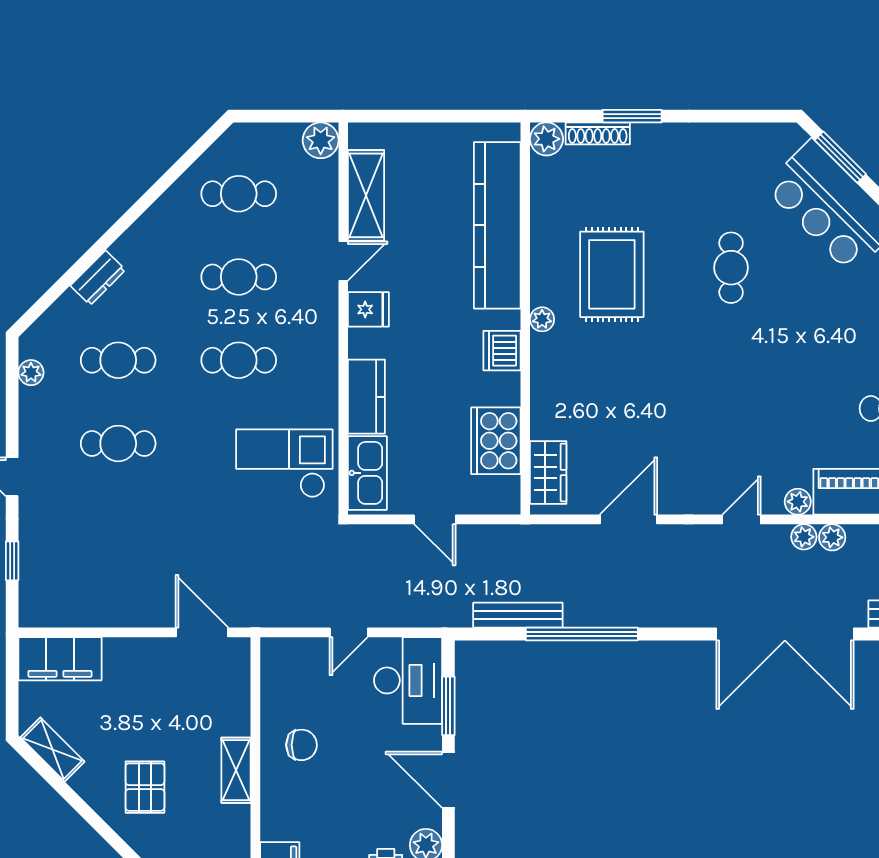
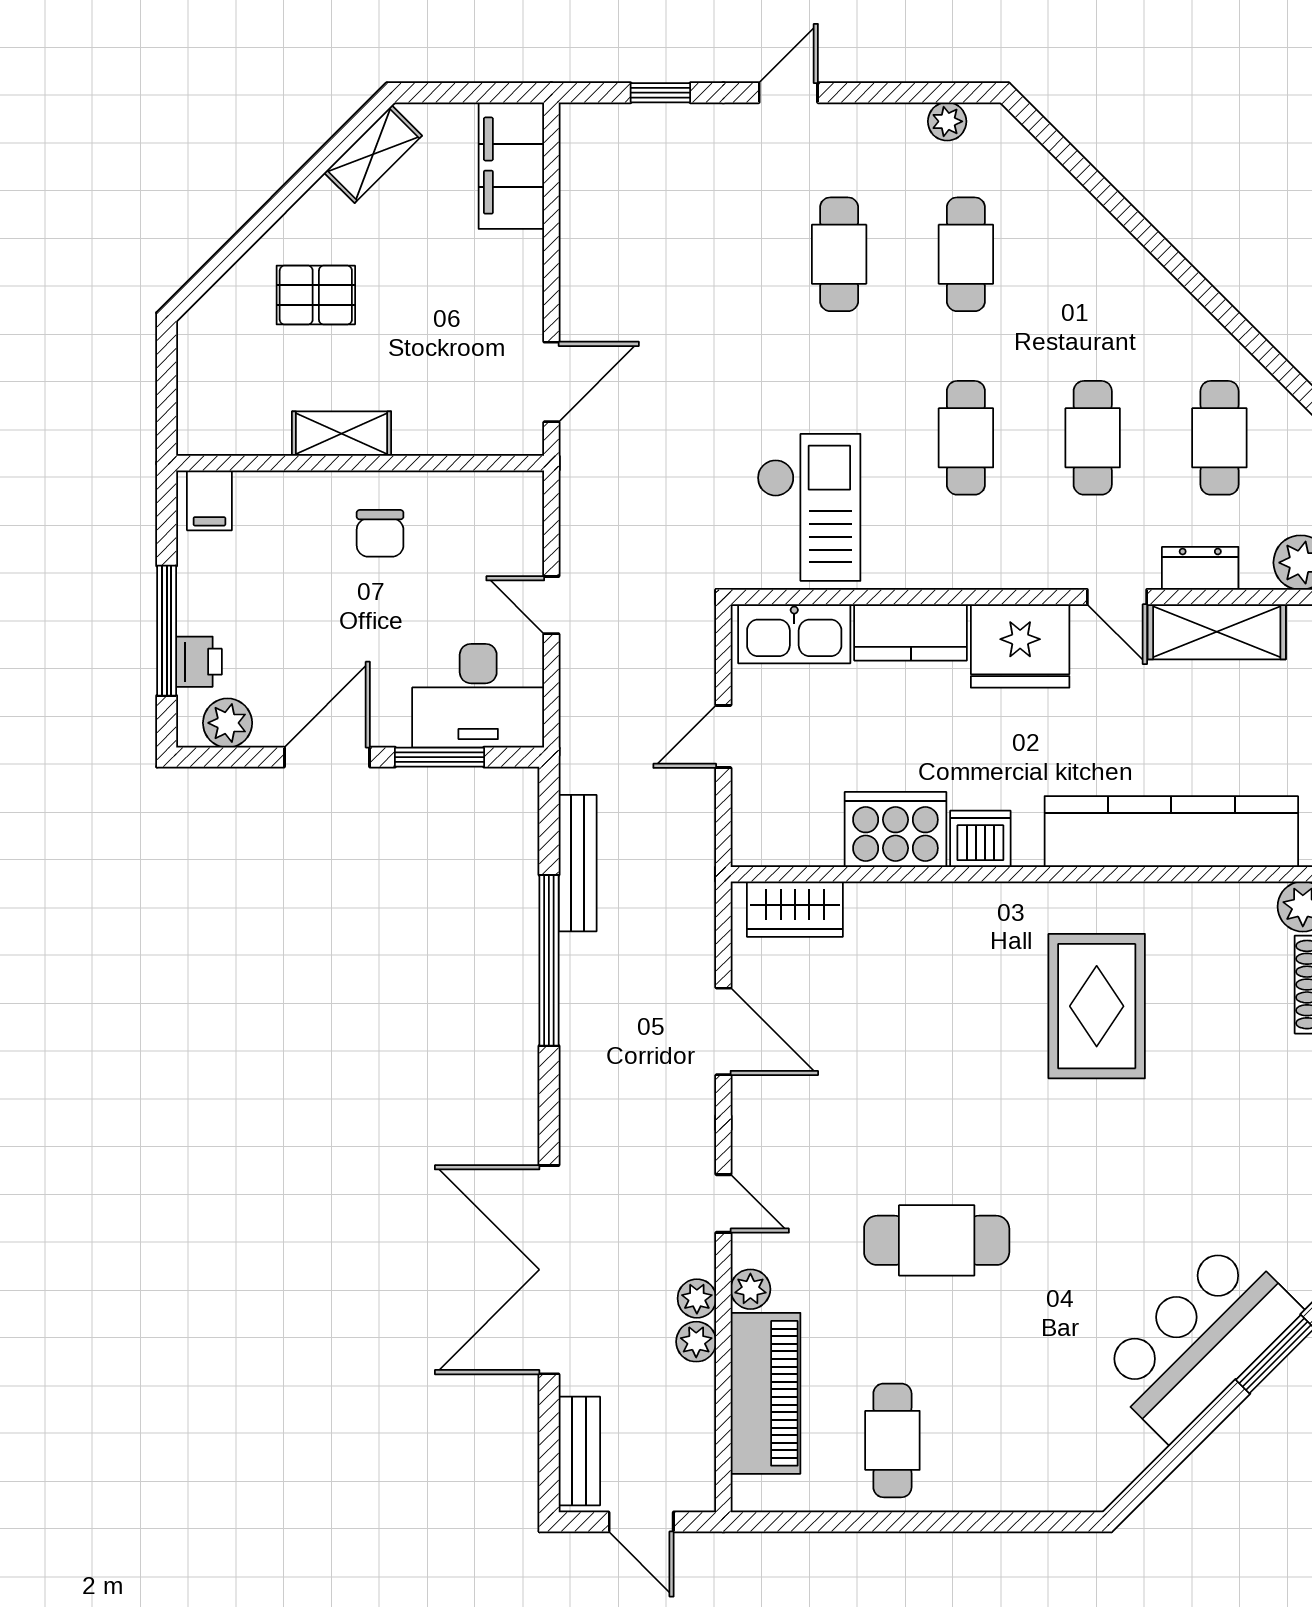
cafe table: (731, 268) -> (937, 1240), moved, width x1.37, depth x1.35
rug: (612, 274) -> (1097, 1006), turned 90
dresser: (98, 278) -> (1200, 568), moved, turned 135
fridge: (368, 309) -> (1020, 646), width x1.88, depth x1.34
plant: (542, 319) -> (1028, 900), removed
cooker: (496, 441) -> (895, 829), moved

